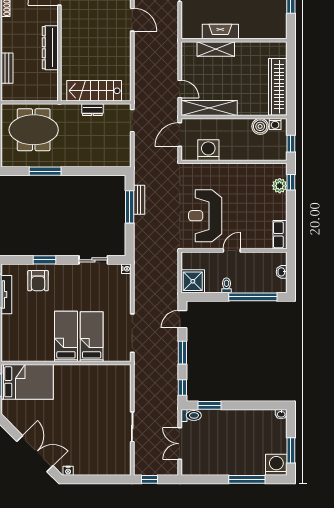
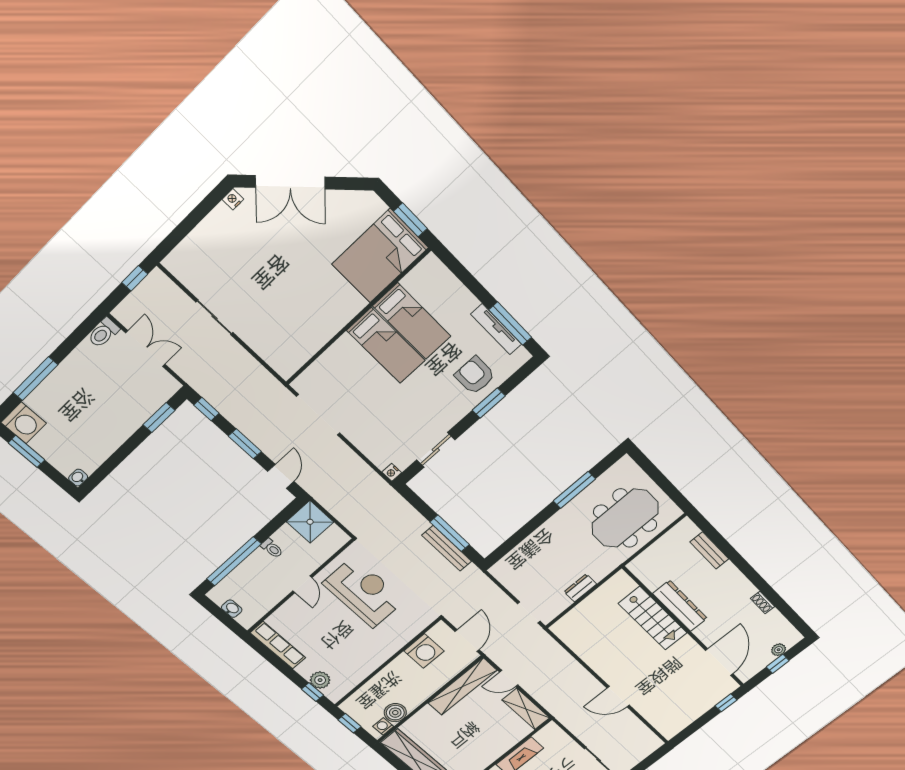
shelving: (216, 49) -> (526, 709), moved, turned 90
stairs: (94, 91) -> (653, 618), moved, turned 90
bench: (139, 200) -> (447, 548), width x1.36
row of seats: (280, 235) -> (278, 645), width x1.48
bed: (92, 337) -> (412, 321), moved
toilet: (191, 415) -> (103, 333), moved

